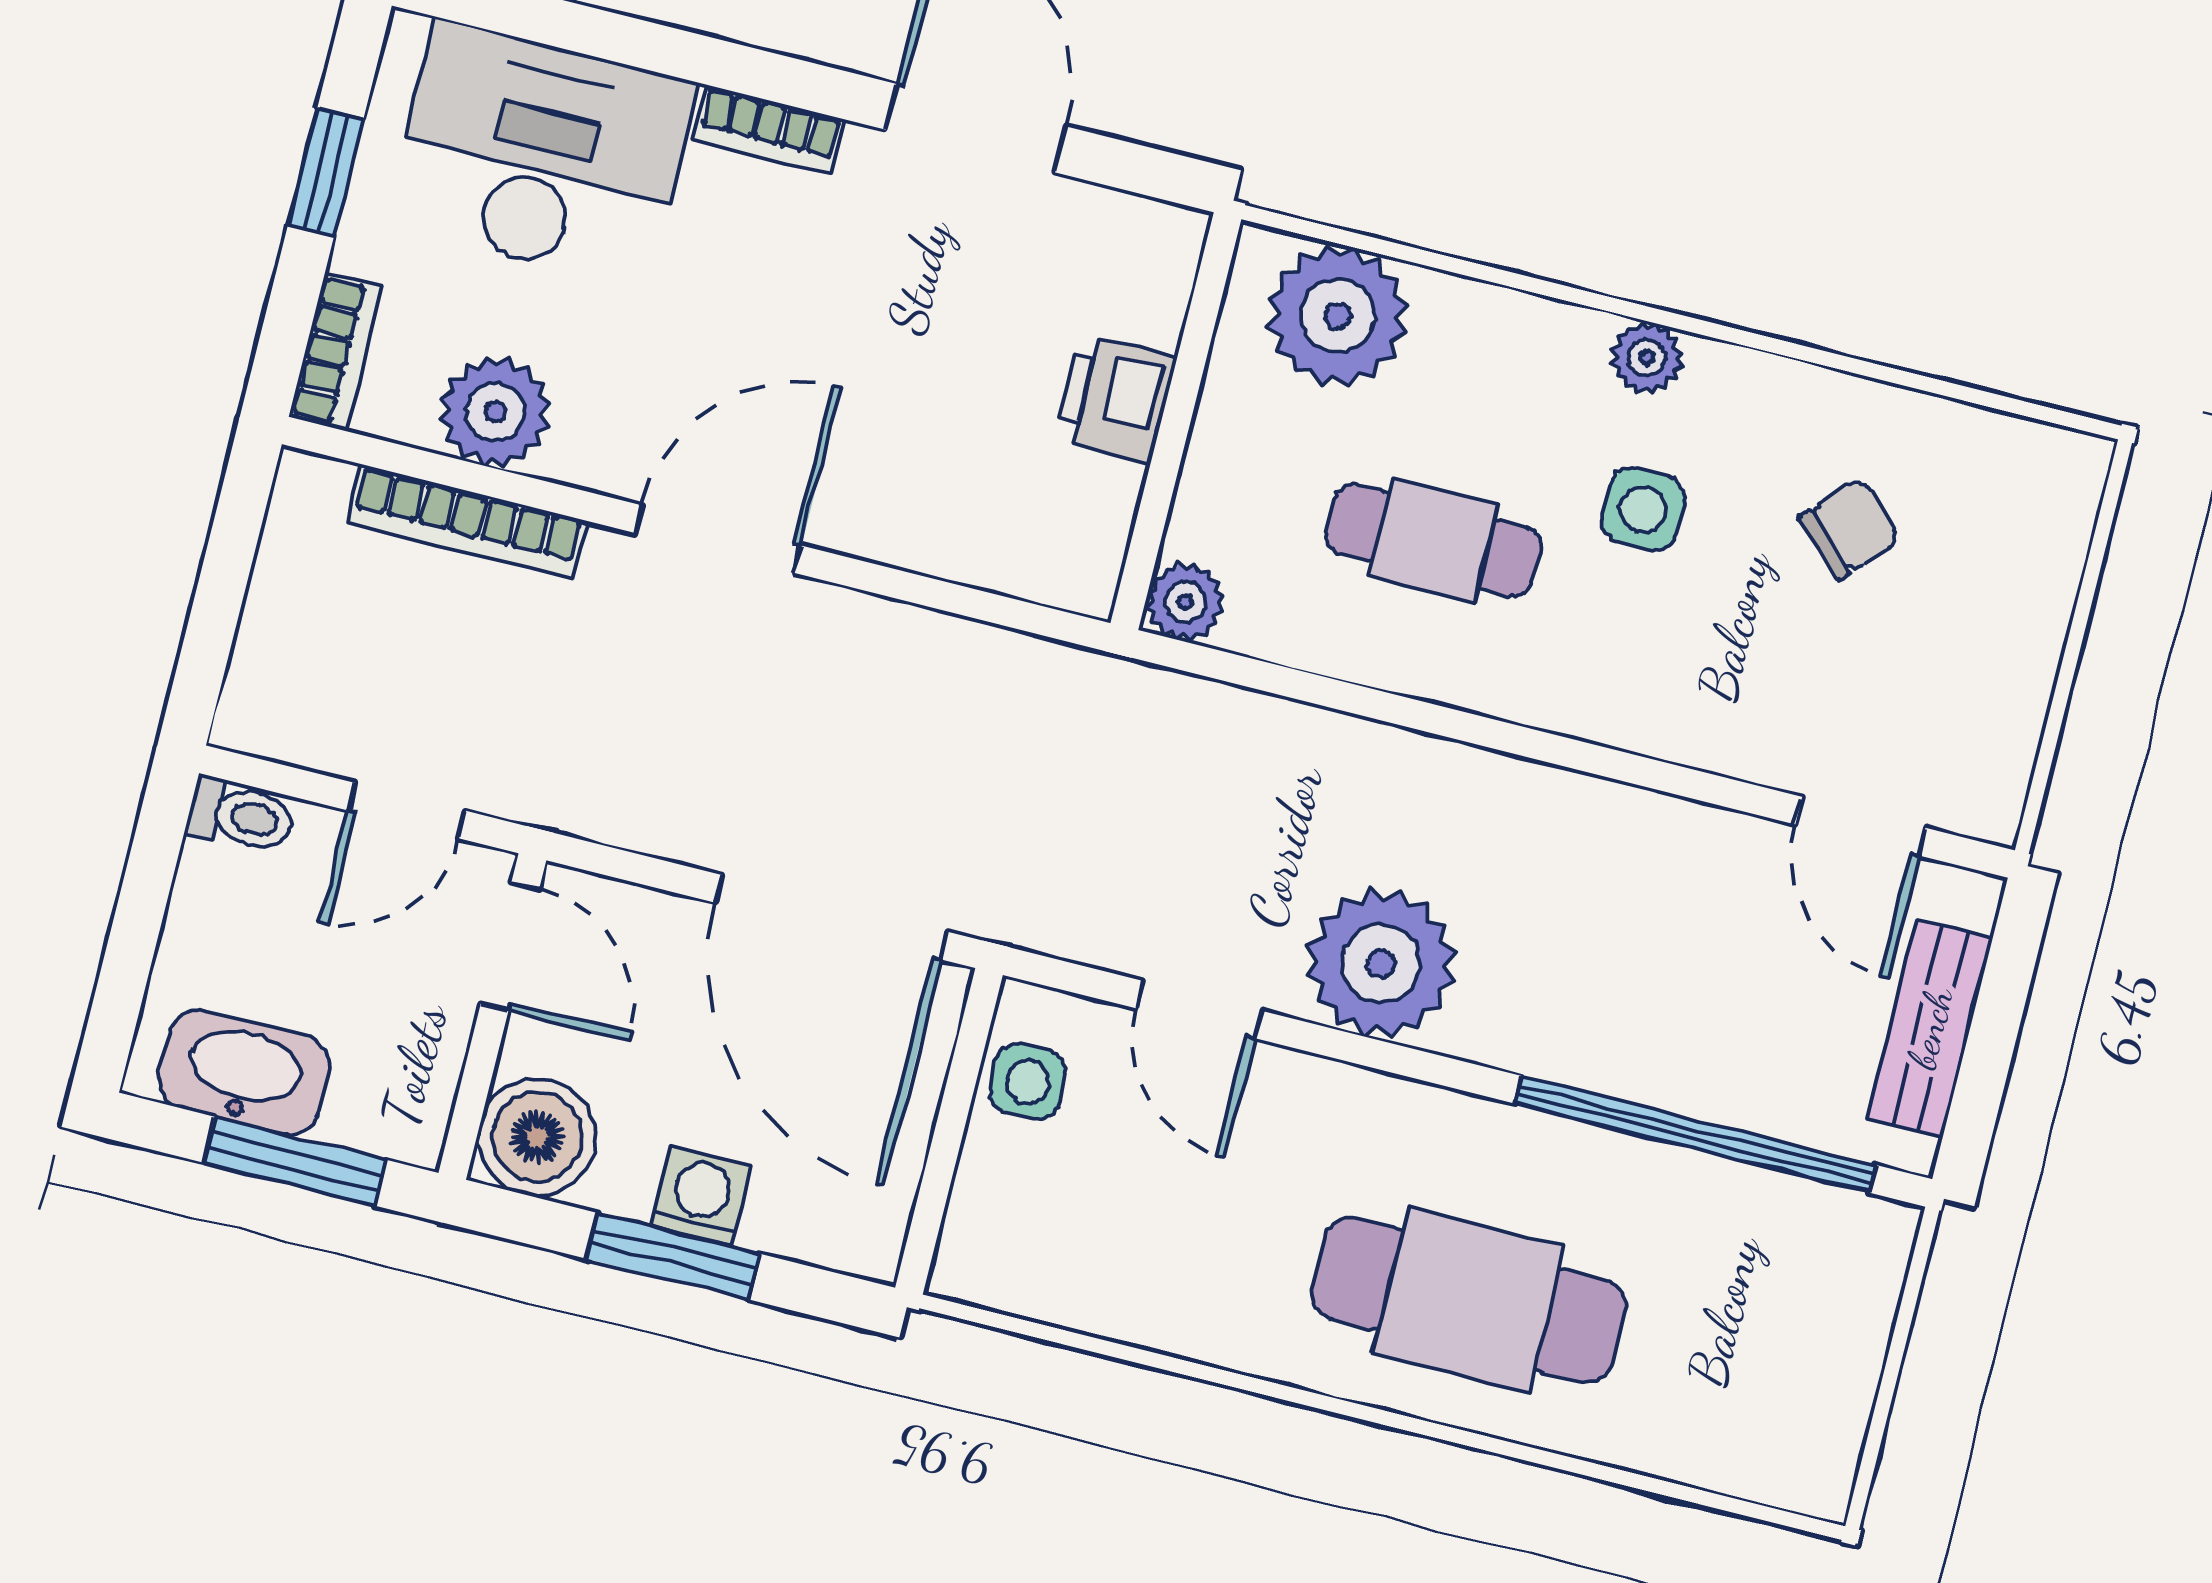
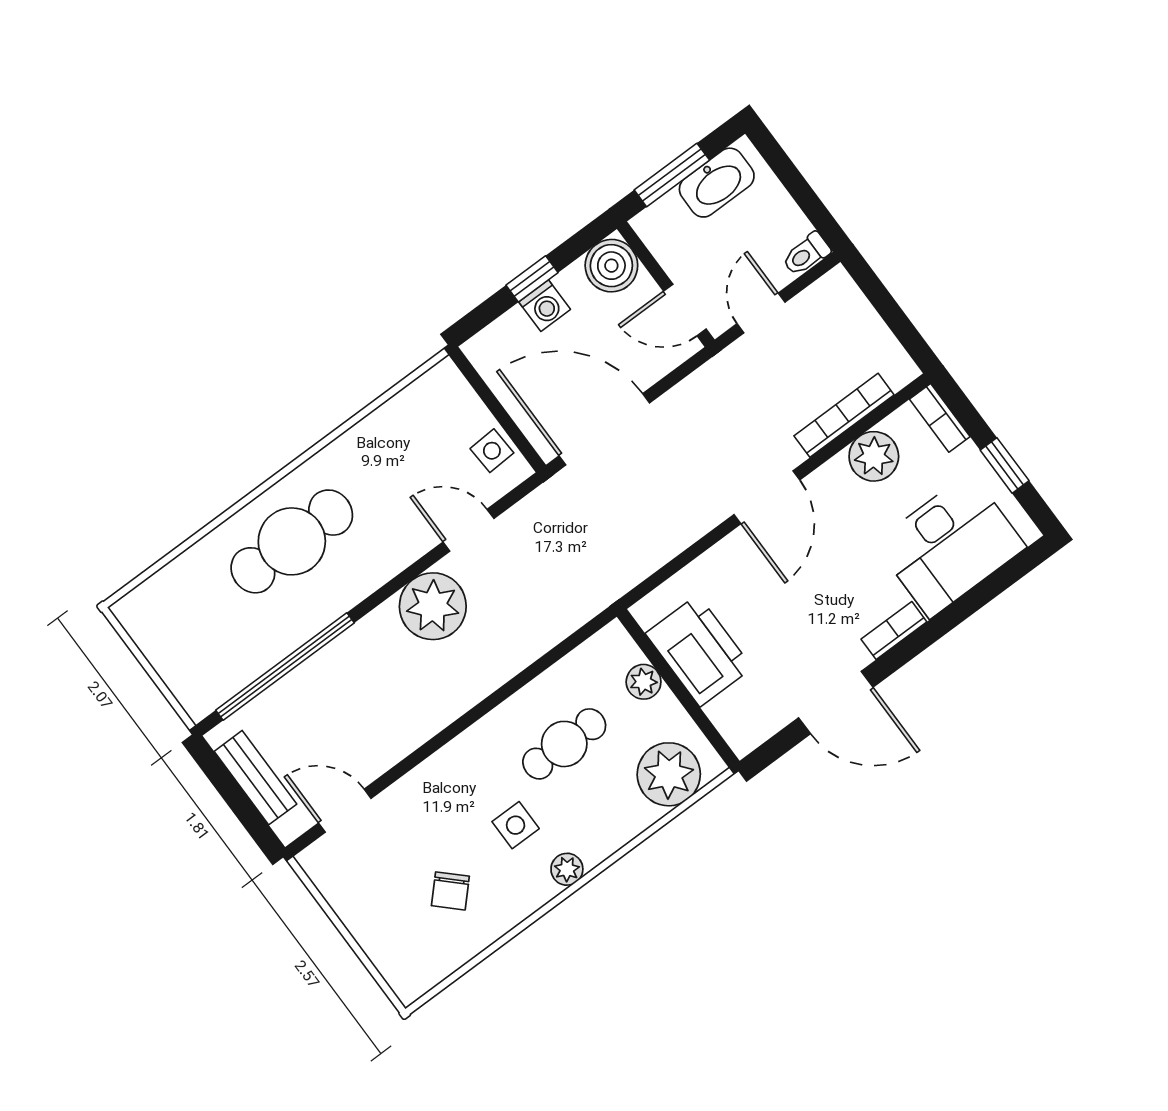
printer: (1116, 398) -> (699, 651), width x1.87, depth x1.48
plant: (1185, 602) -> (644, 682), moved
window: (673, 1256) -> (532, 279), width x0.67

